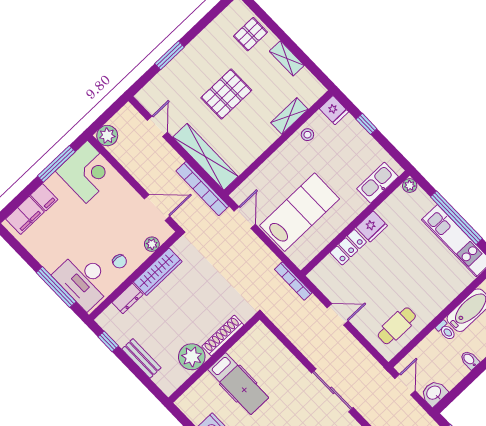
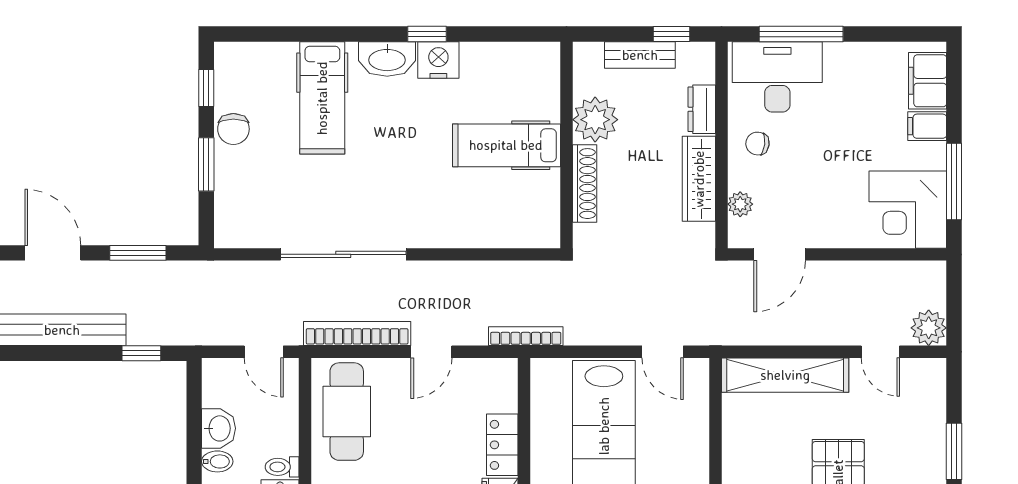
plant: (107, 136) -> (929, 328), moved
bookcase: (202, 189) -> (357, 333), moved
cafe table: (397, 326) -> (347, 412), width x1.37, depth x1.35
shoe rack: (223, 336) -> (585, 184), moved
plant: (192, 357) -> (595, 120), moved
bench: (141, 358) -> (640, 55), moved
wall: (214, 359) -> (566, 145), moved
hospital bed: (238, 384) -> (506, 145), moved
sliding door: (332, 390) -> (343, 254), width x1.36
washbasin: (434, 393) -> (219, 428), moved

